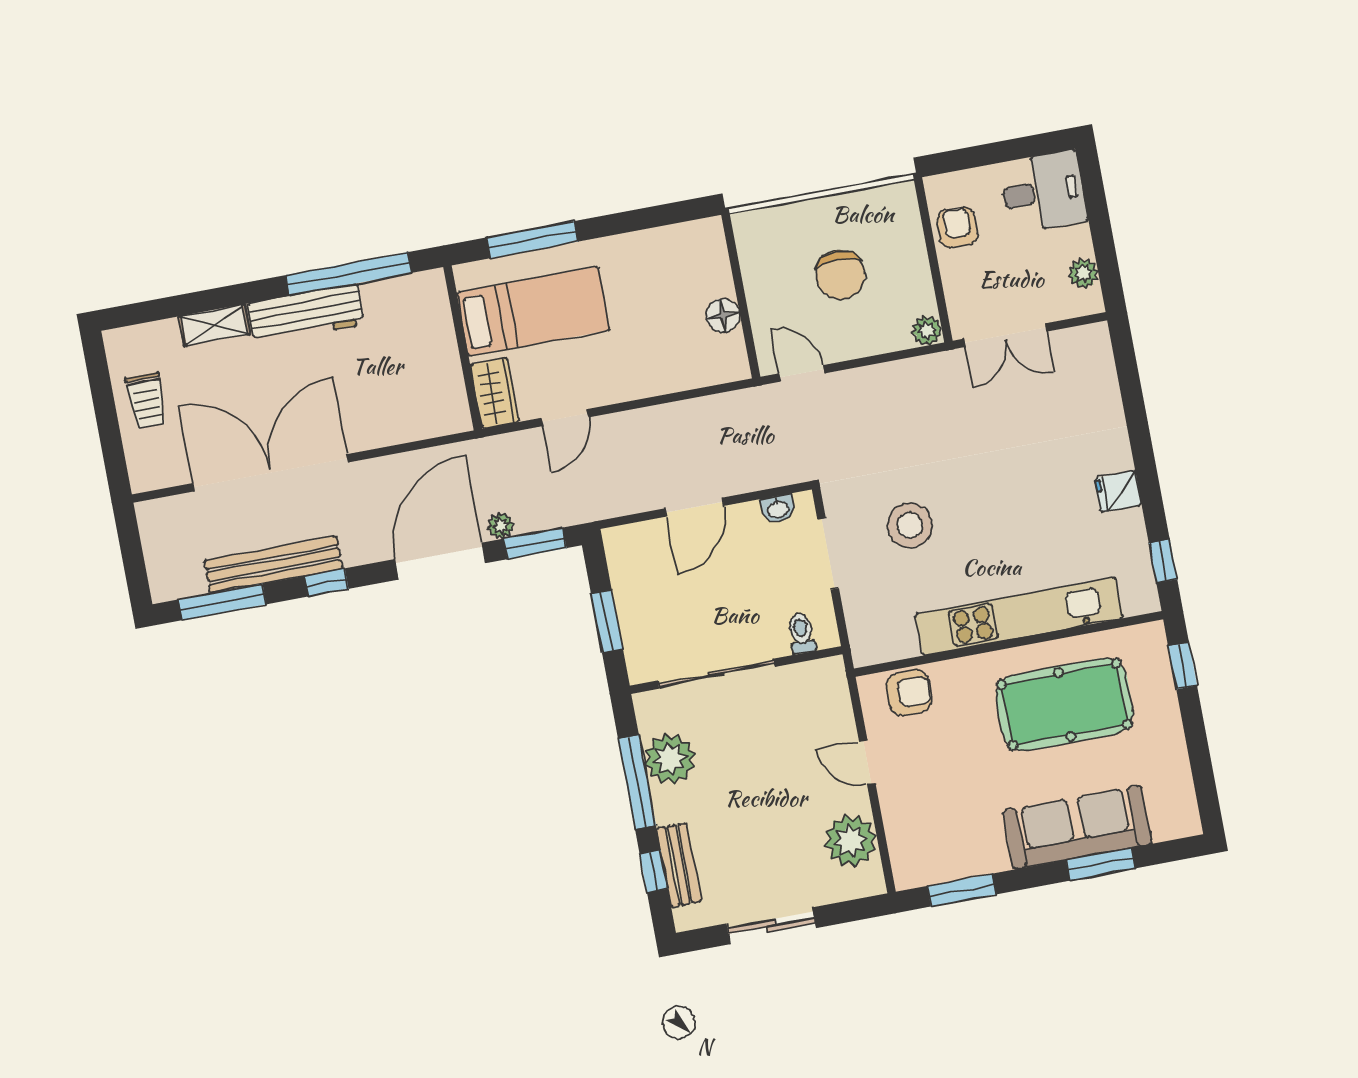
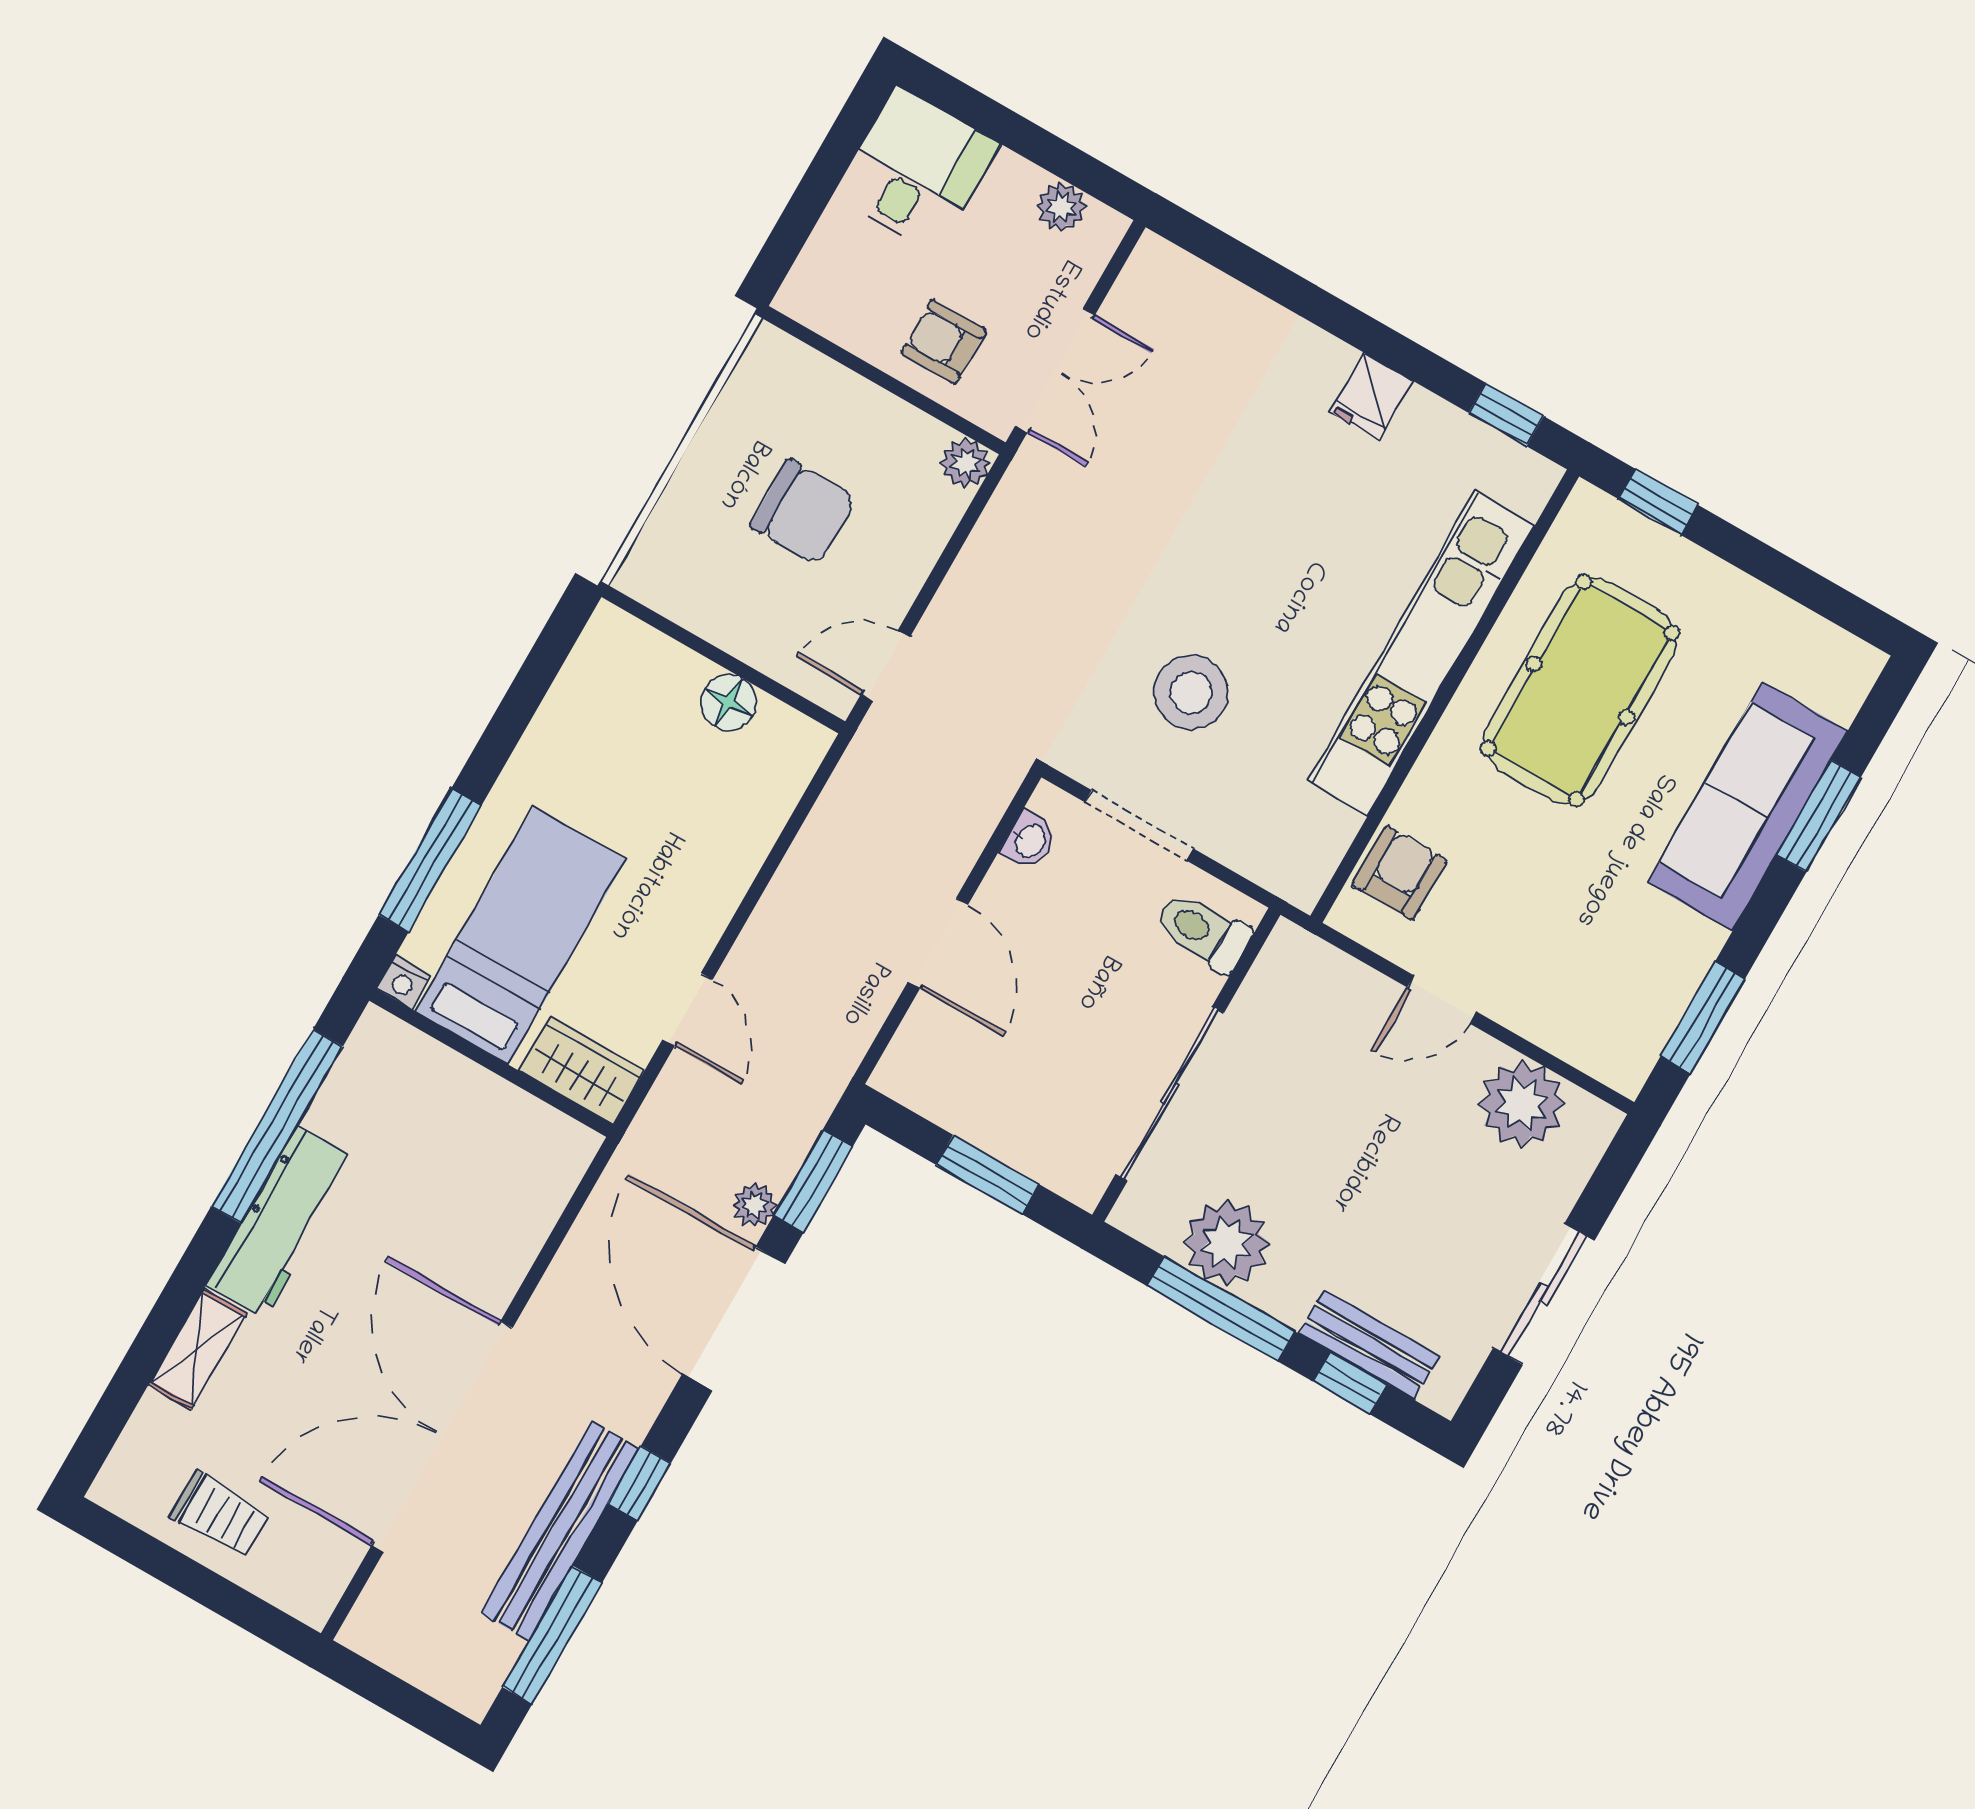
armchair: (957, 228) -> (944, 342), moved
nightstand: (465, 275) -> (404, 982), added
toilet: (801, 633) -> (1203, 931), width x1.37, depth x1.39

